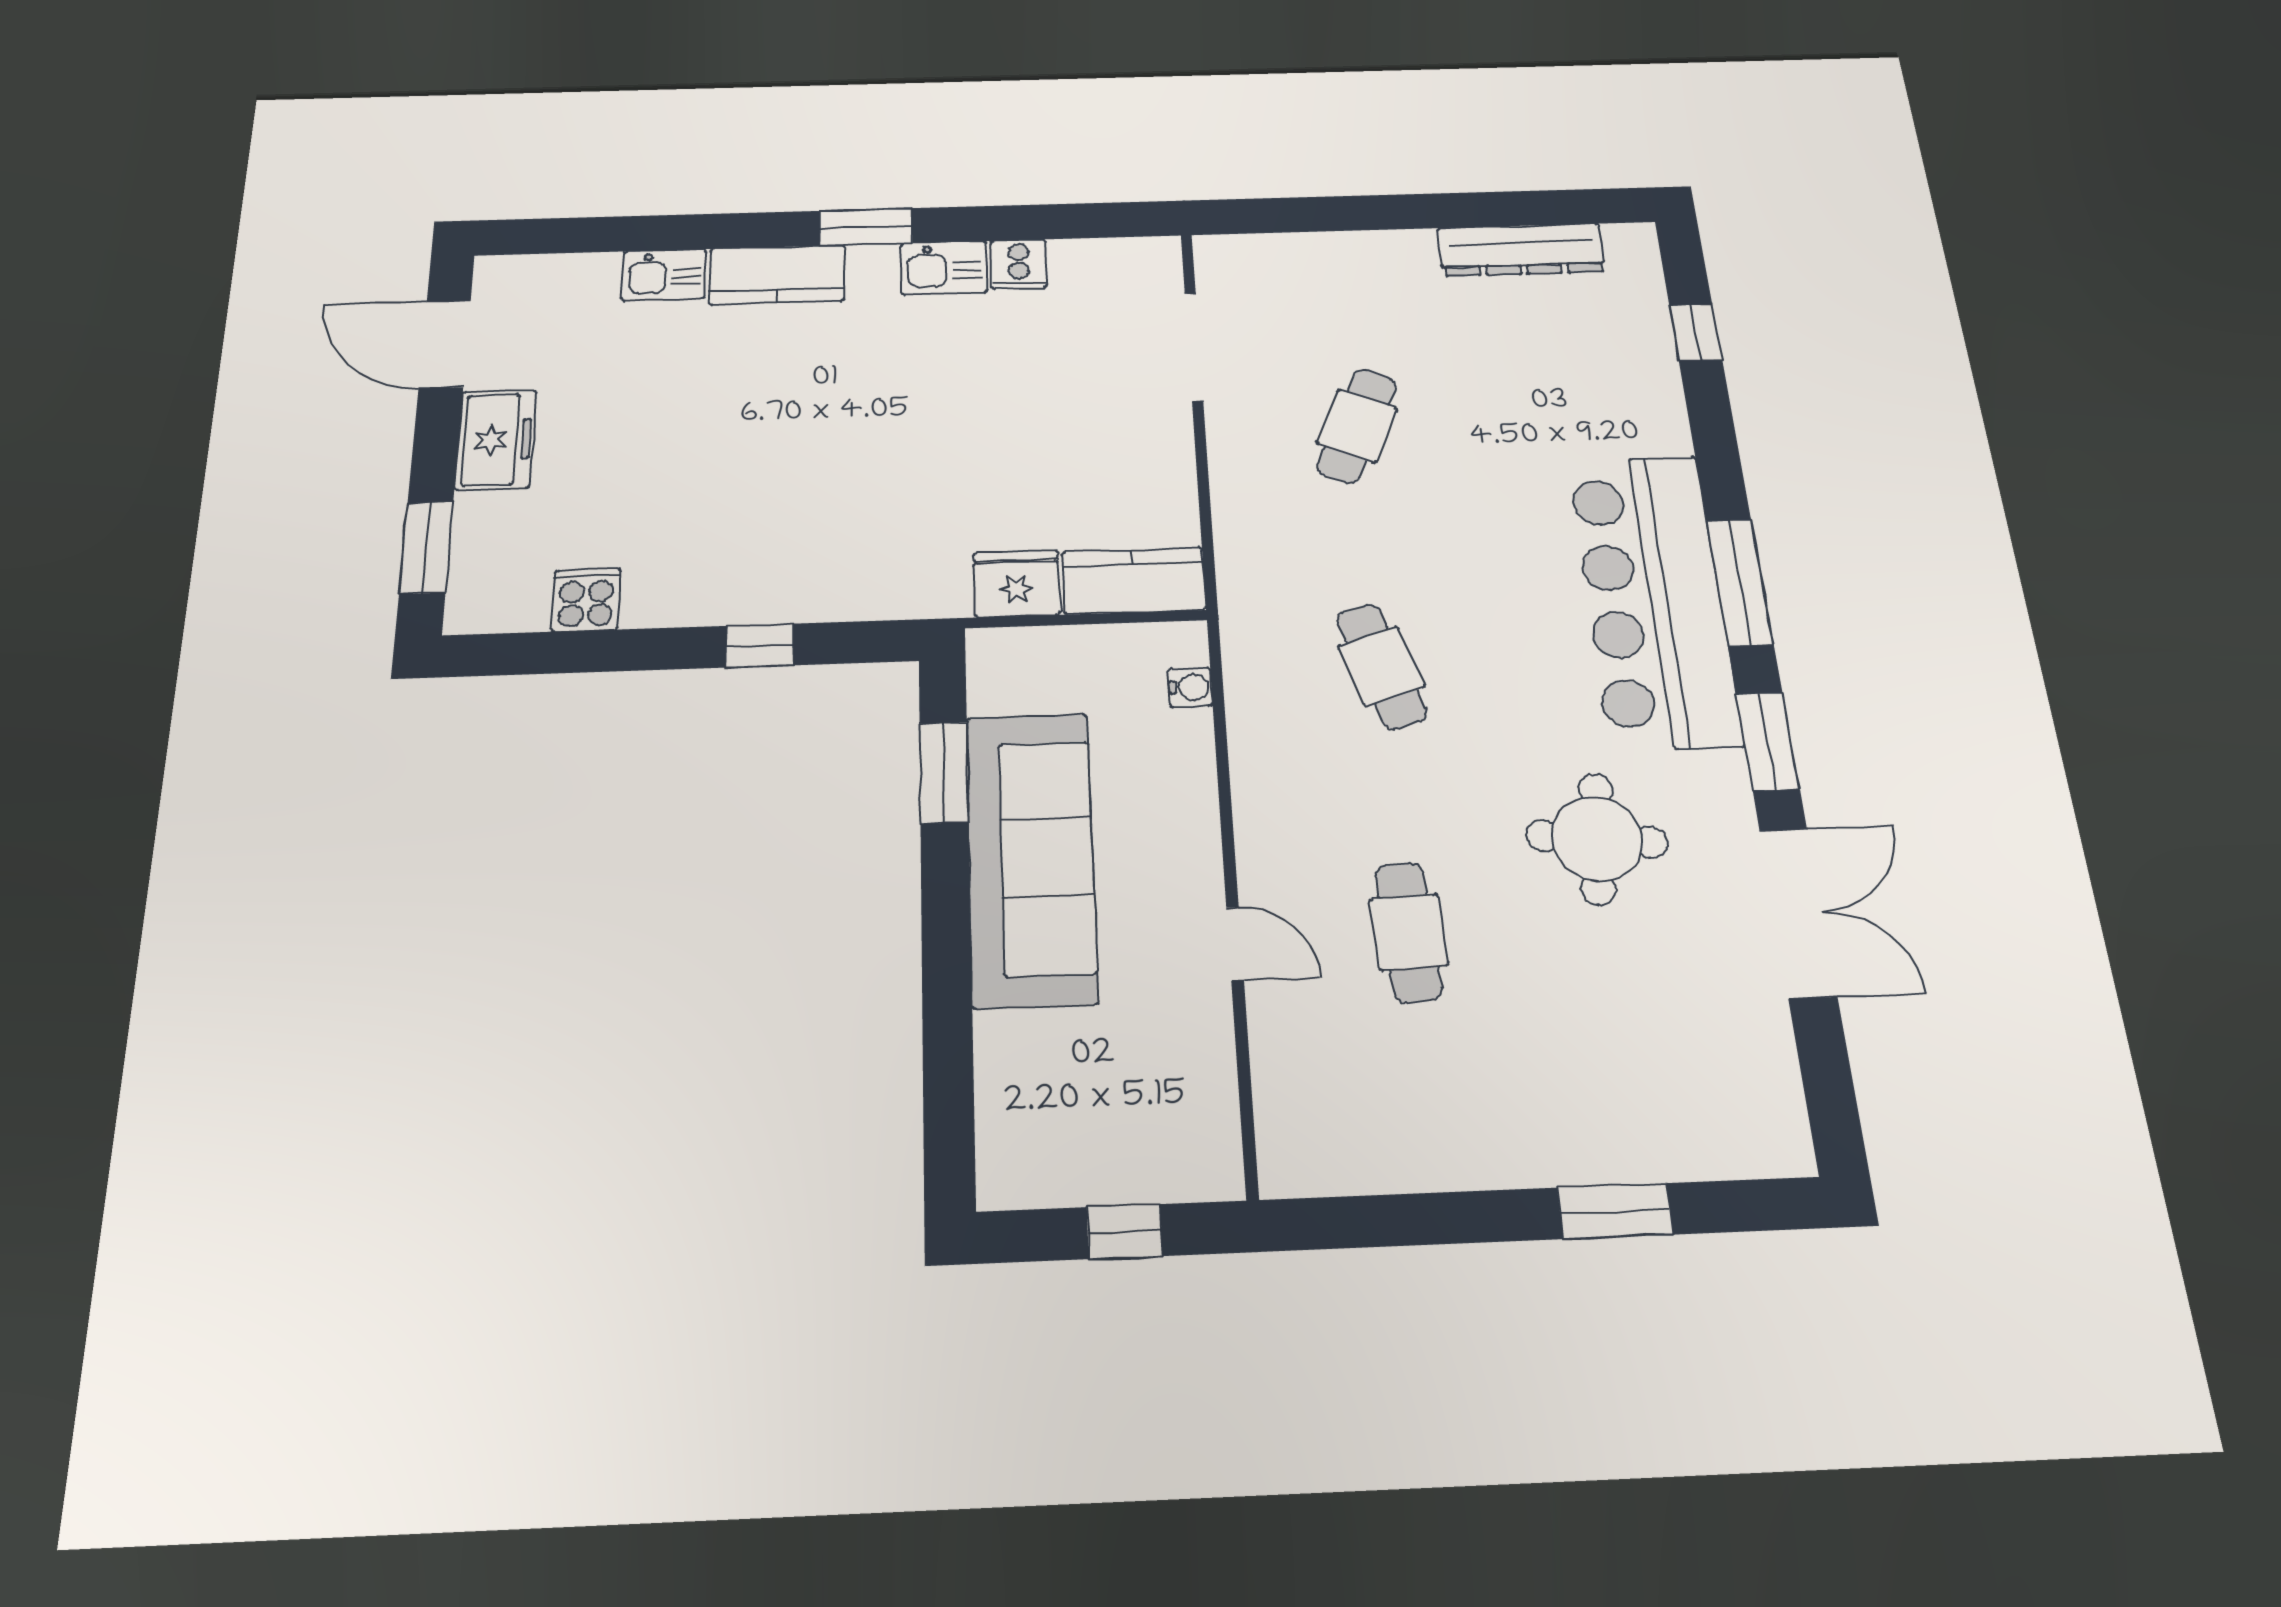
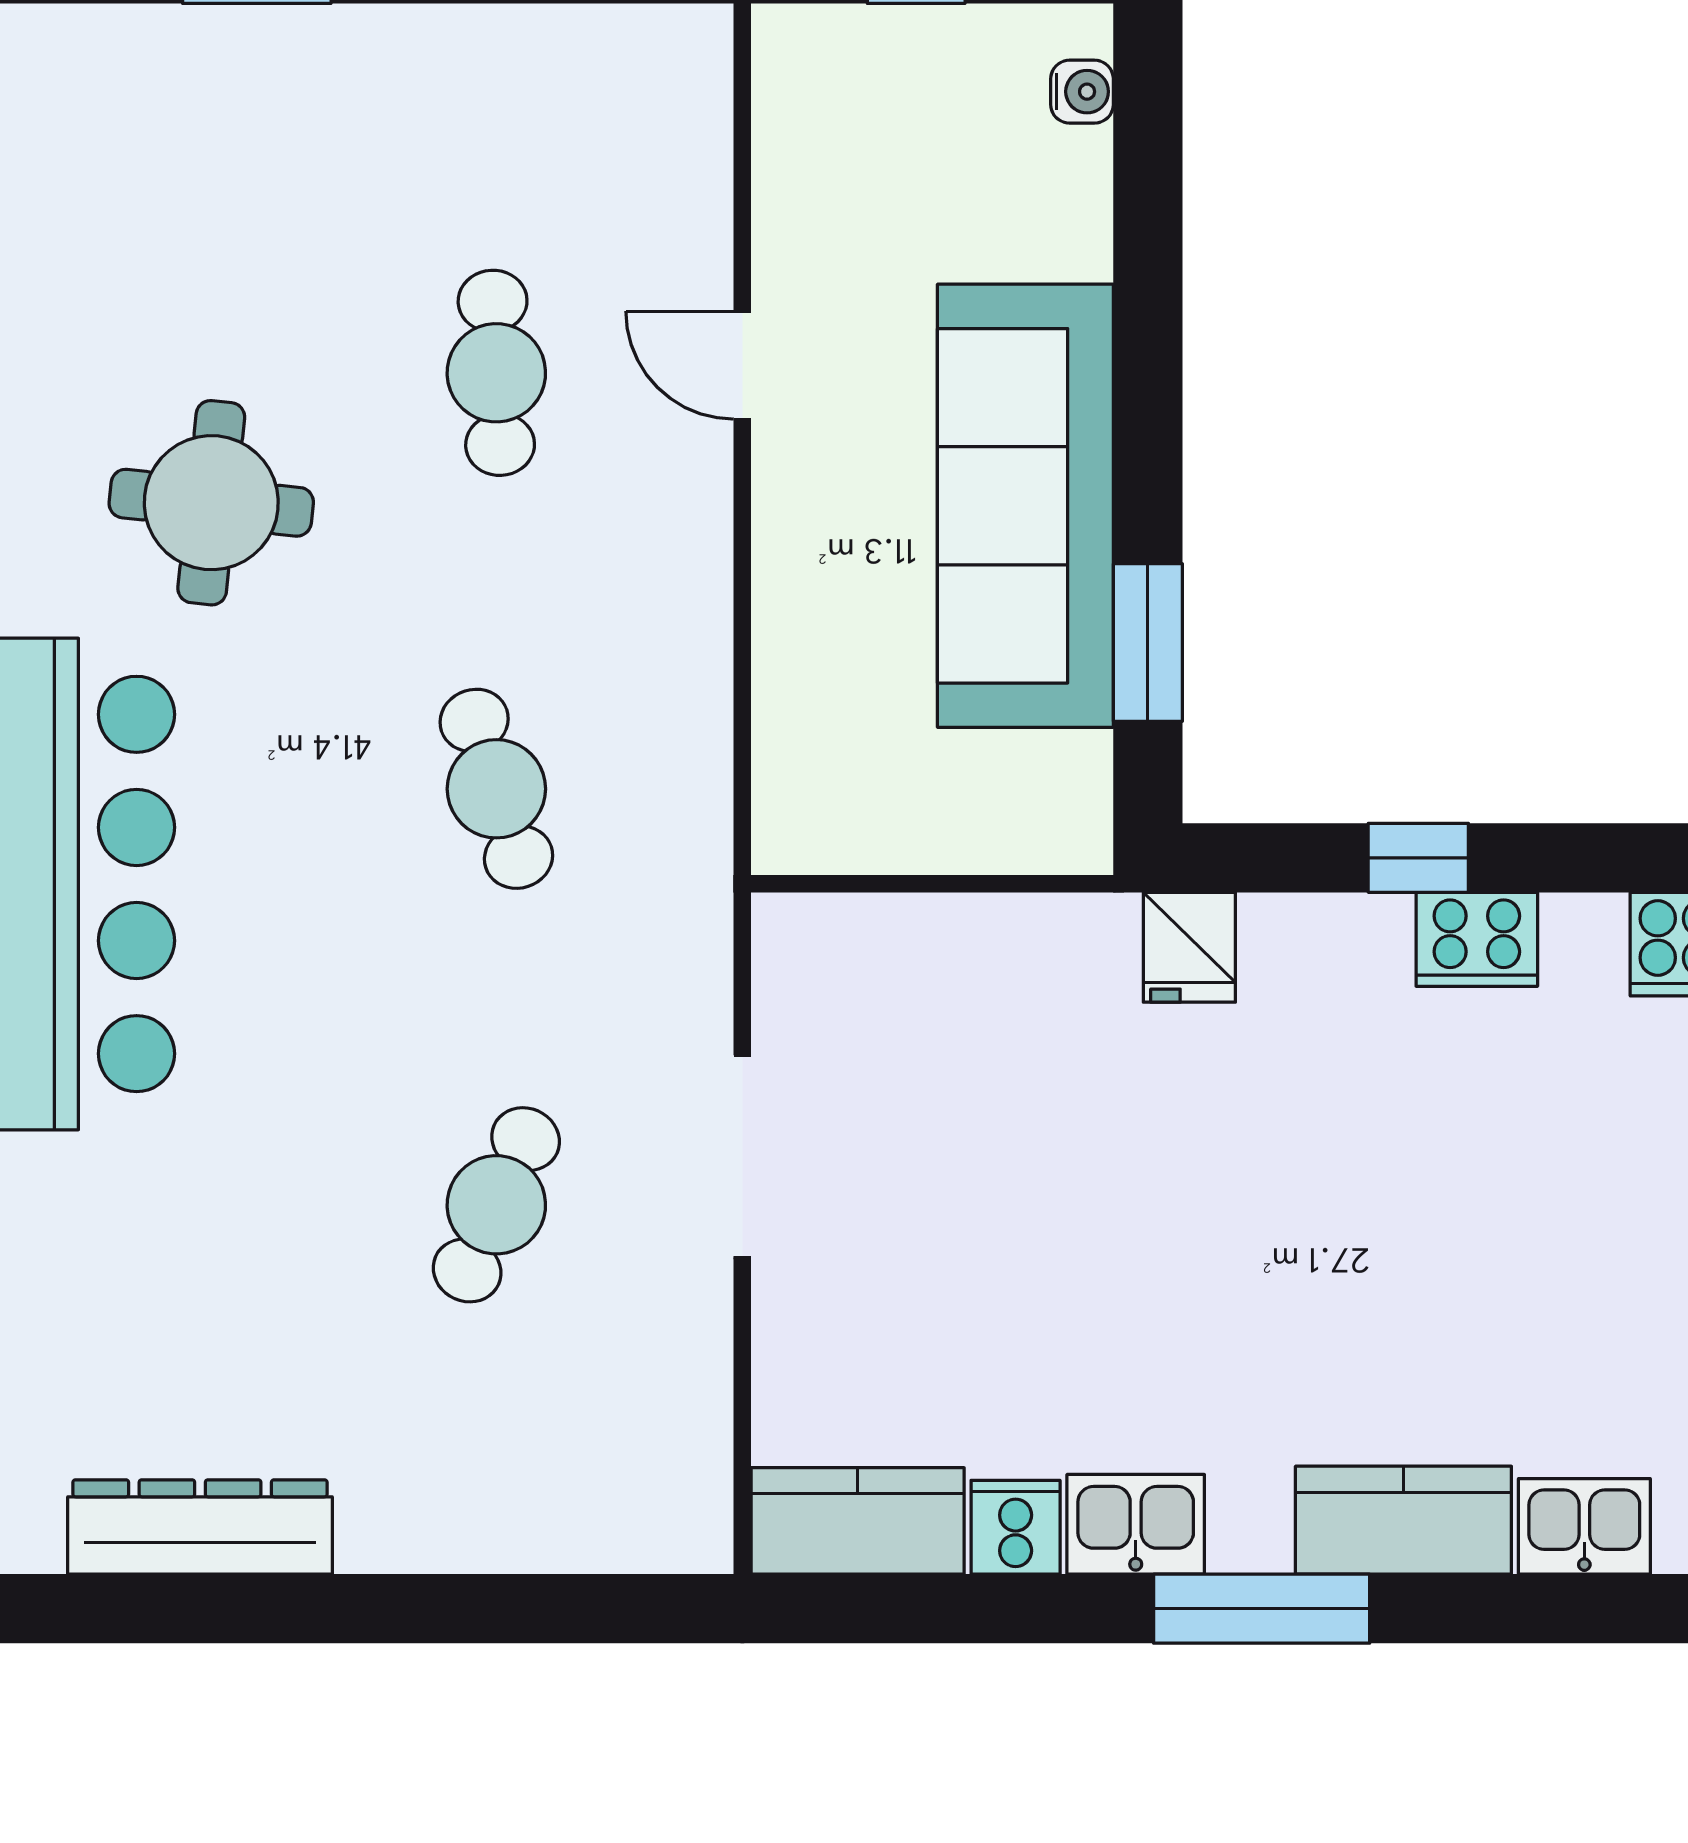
window: (866, 227) -> (1262, 1609), width x1.44
doorway: (1194, 347) -> (742, 1156), moved
kitchen counter: (1134, 581) -> (858, 1521), moved, turned 180
fridge: (1016, 584) -> (1189, 947), moved, width x0.72
cooker: (722, 598) -> (1477, 939), added
water cooler: (1190, 687) -> (1082, 92), moved, turned 180

